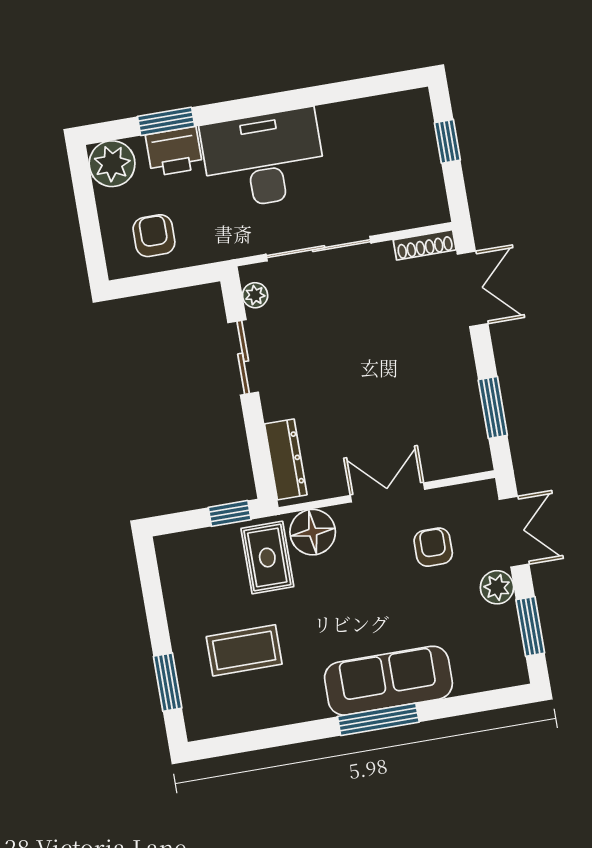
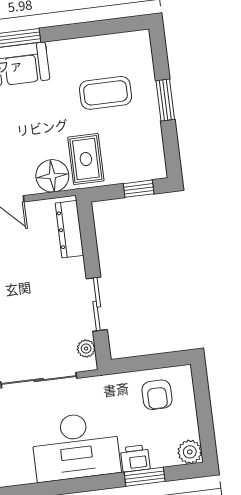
printer: (174, 151) -> (135, 458), width x0.73, depth x0.81
plant: (112, 164) -> (190, 452), width x0.73, depth x0.73
window: (230, 513) -> (139, 189), moved
window: (168, 682) -> (165, 100), moved

